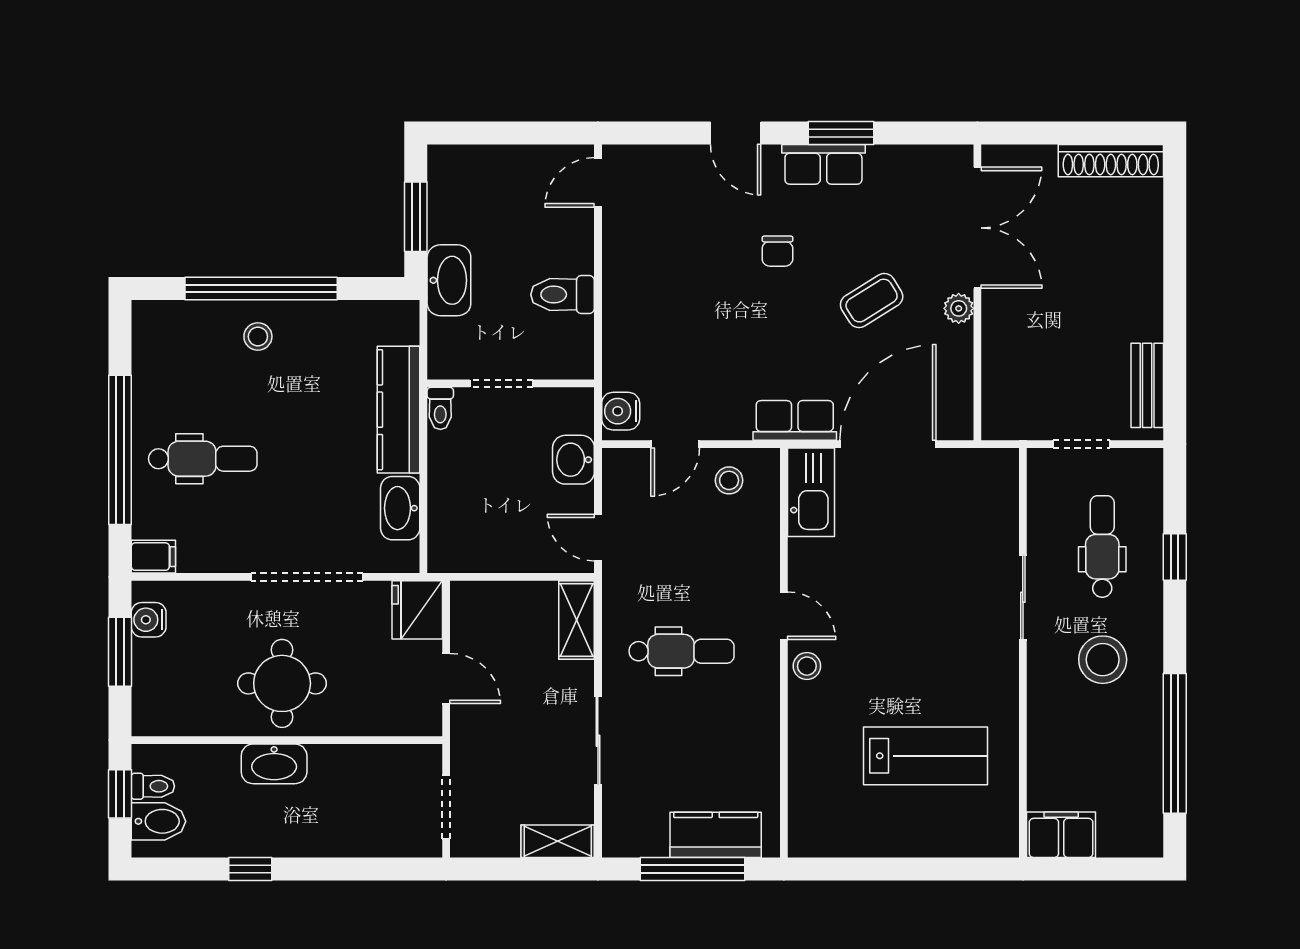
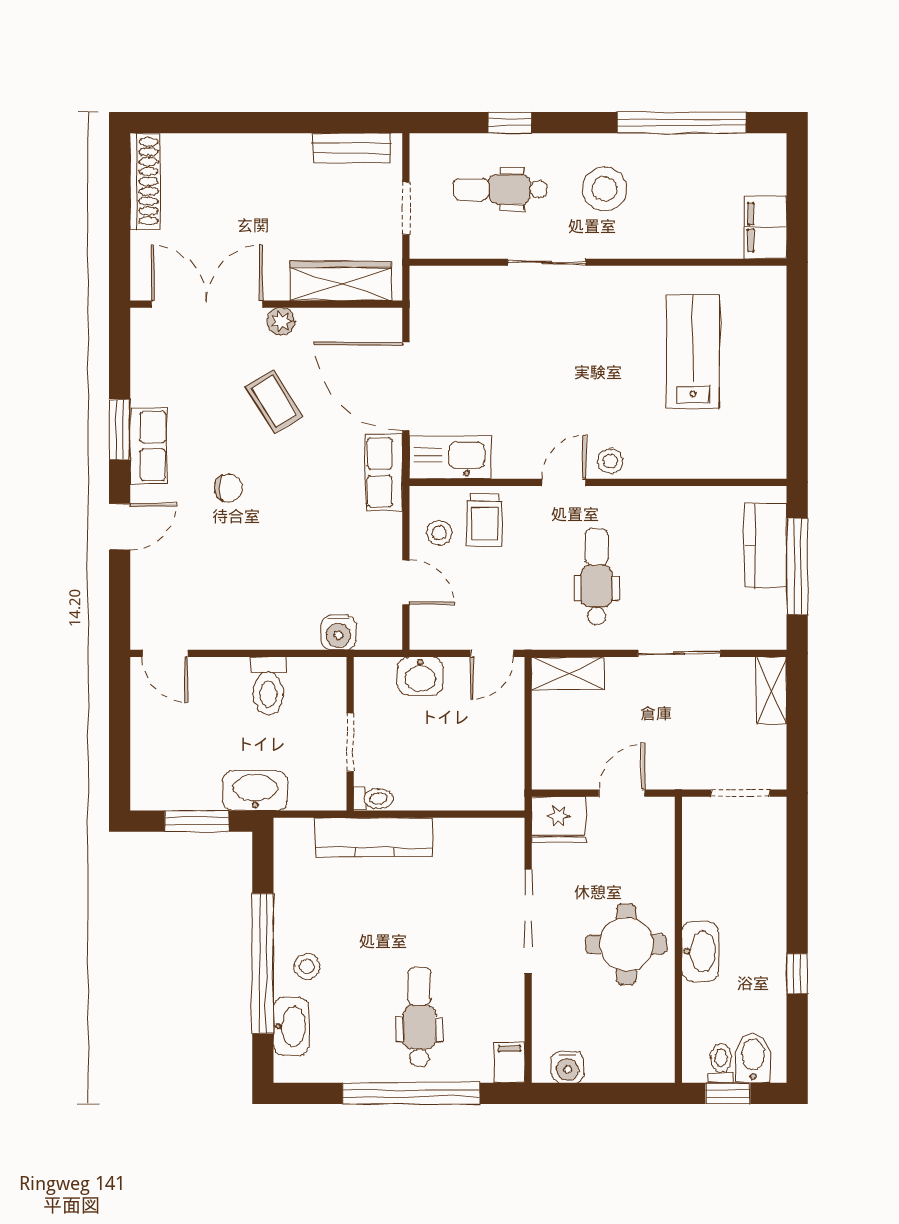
wardrobe: (1003, 373) -> (341, 281), added
water cooler: (621, 411) -> (338, 633), moved
washbasin: (400, 508) -> (291, 1026), moved, turned -90
trolley: (743, 529) -> (484, 520), added
window: (120, 652) -> (597, 1093), removed

